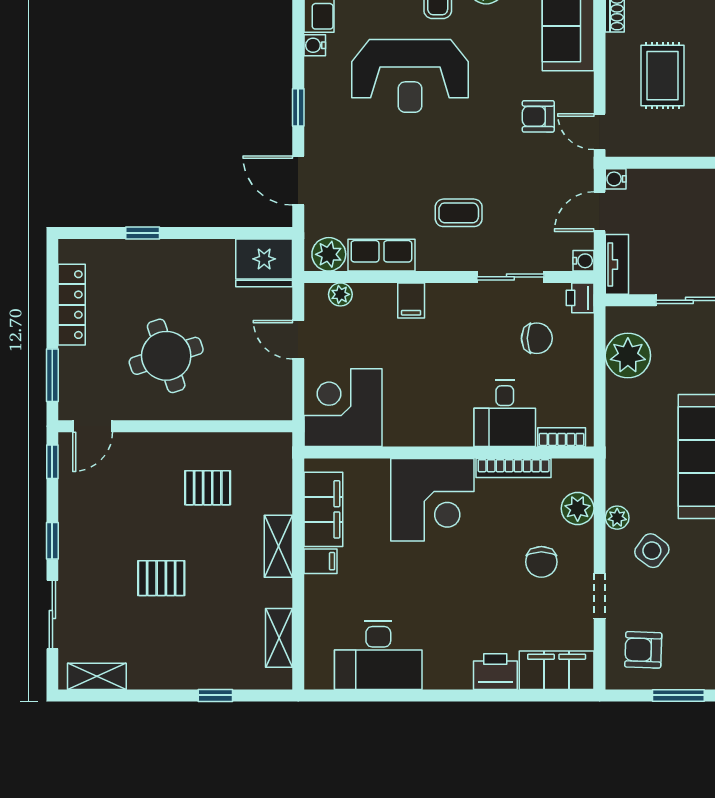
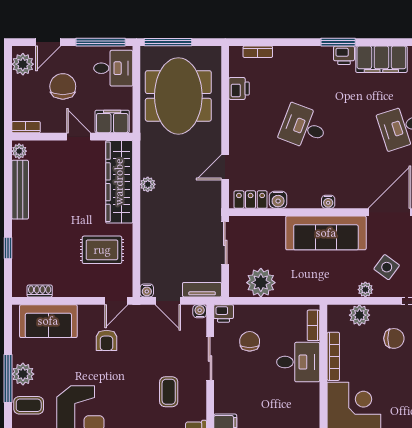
rug: (663, 76) -> (102, 250), moved

